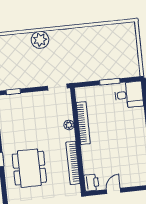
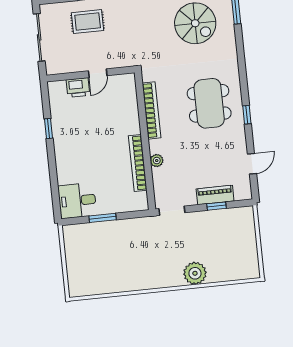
window: (13, 92) -> (216, 206), moved
piano: (25, 99) -> (215, 195), added
printer: (91, 183) -> (78, 87), moved, turned -90

